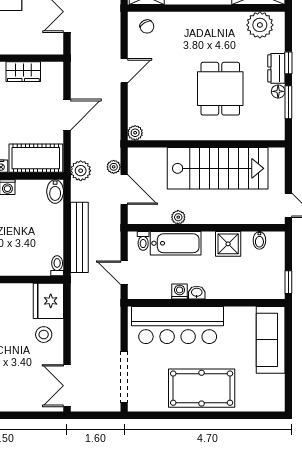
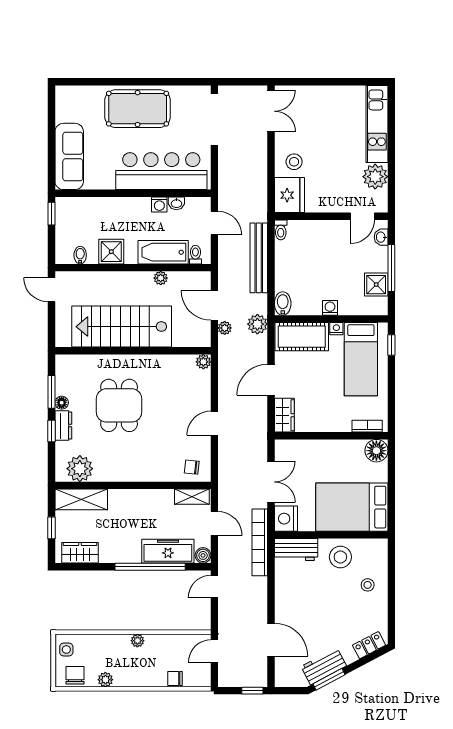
chair: (147, 26) -> (192, 467), turned -55
wardrobe: (23, 72) -> (284, 415), moved, turned 90
washbasin: (197, 293) -> (176, 203), moved

